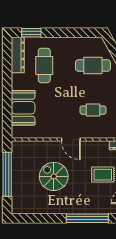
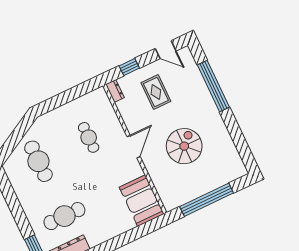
booth: (23, 108) -> (142, 201), moved, turned 90
spiral stairs: (54, 176) -> (184, 146), turned 180

